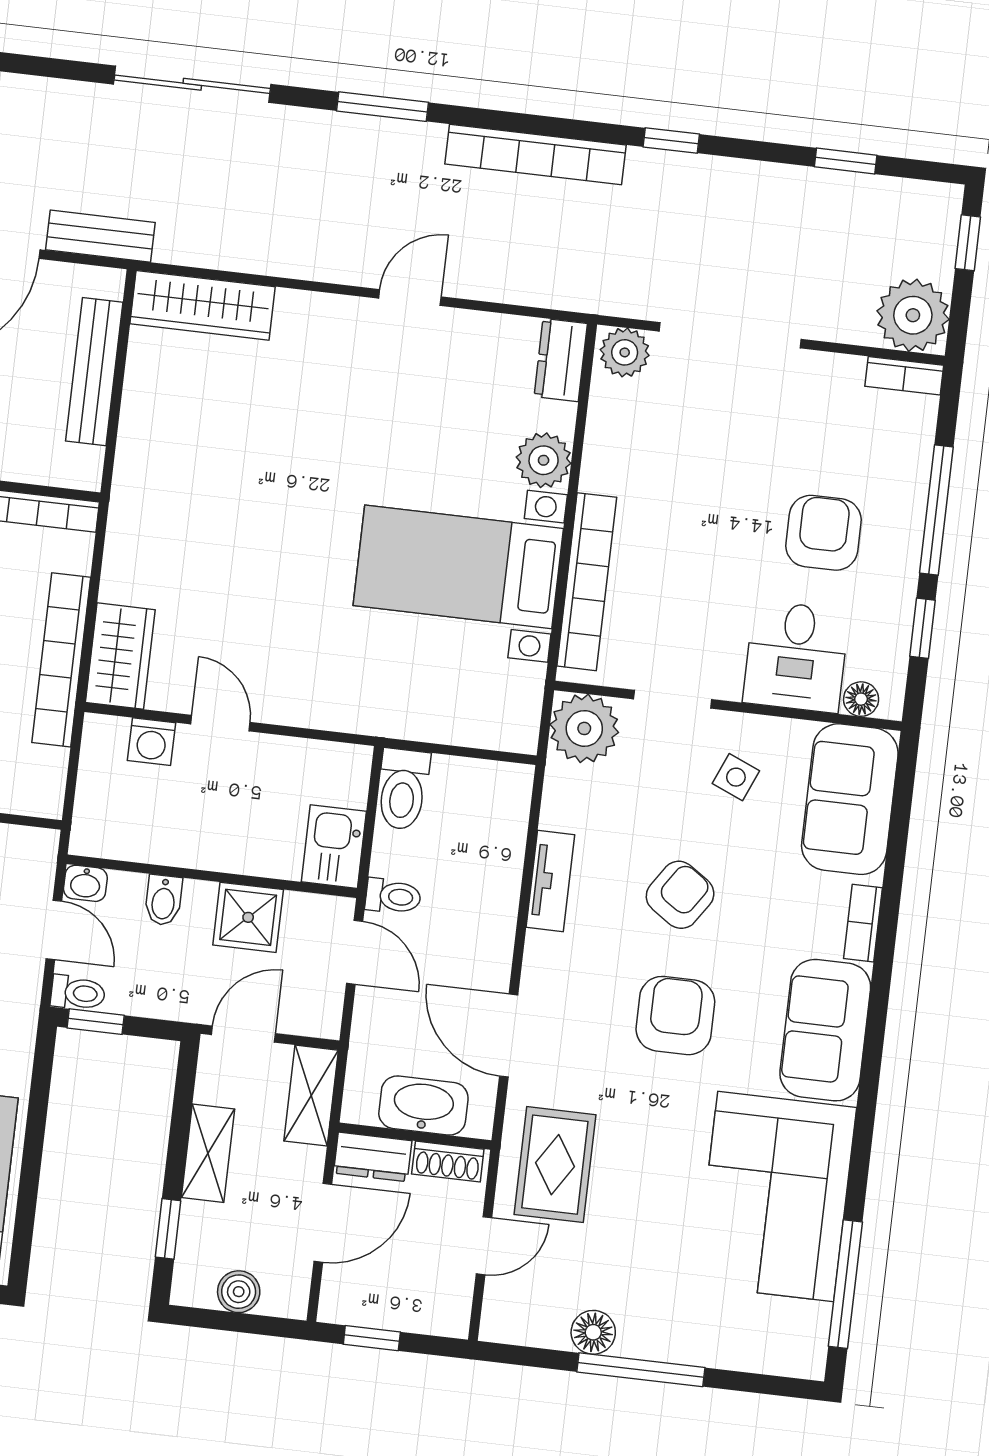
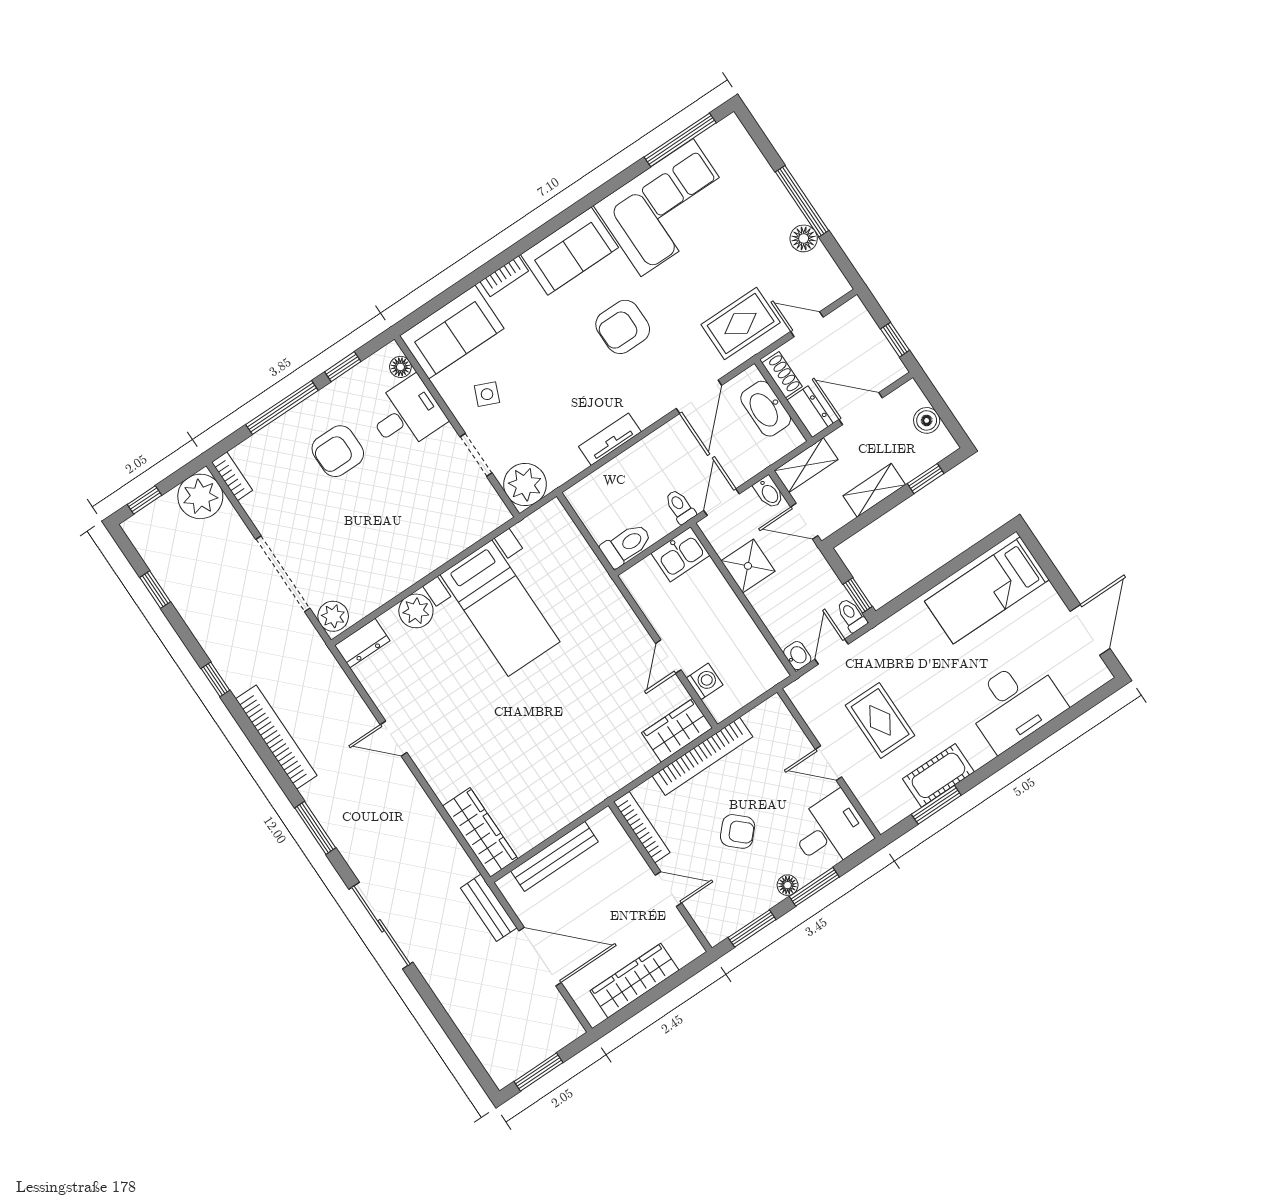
bookcase: (587, 582) -> (455, 542), removed
armchair: (680, 895) -> (564, 373), removed
bidet: (163, 900) -> (769, 492), moved, turned 90

